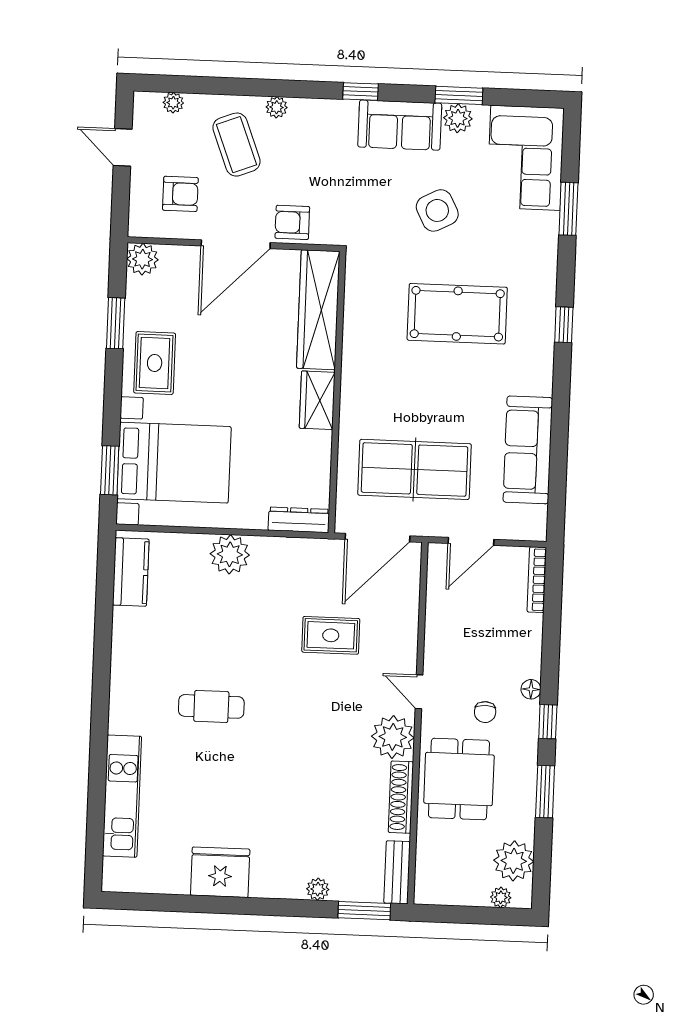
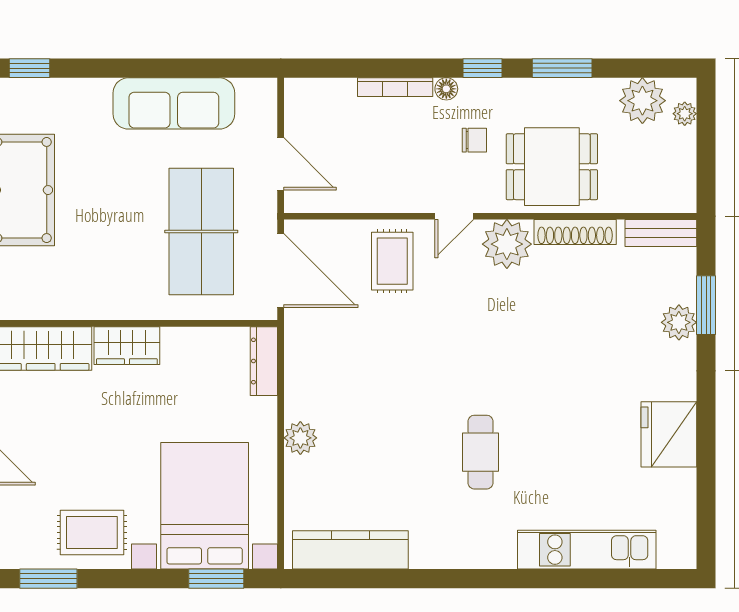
plant: (230, 554) -> (300, 438), width x0.73, depth x0.73
kitchen counter: (131, 572) -> (350, 550), width x1.50
bookcase: (537, 580) -> (395, 87), moved
rug: (331, 635) -> (392, 261), moved
plant: (318, 889) -> (679, 322), width x1.38, depth x1.38
window: (364, 911) -> (706, 305), moved

